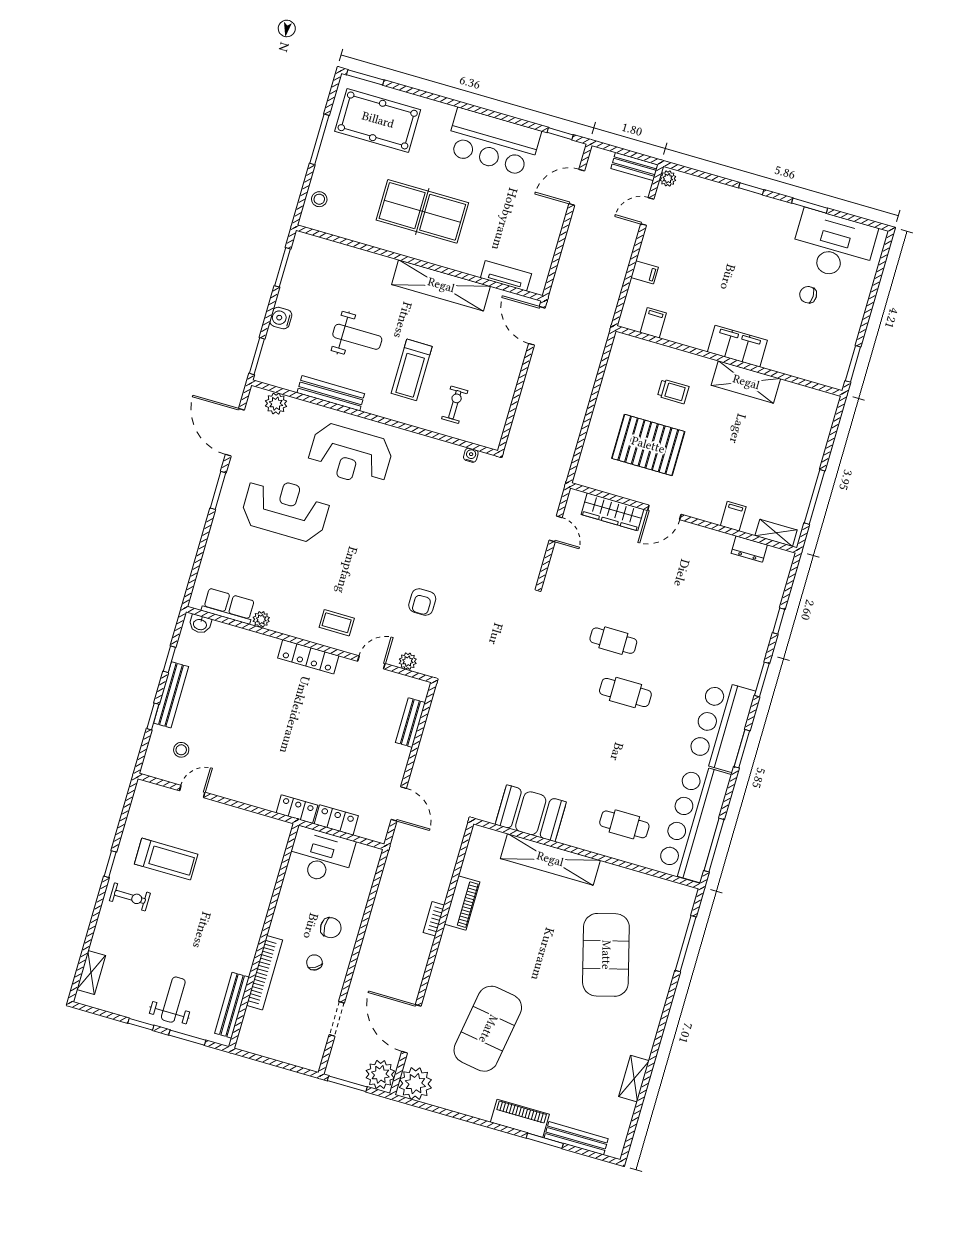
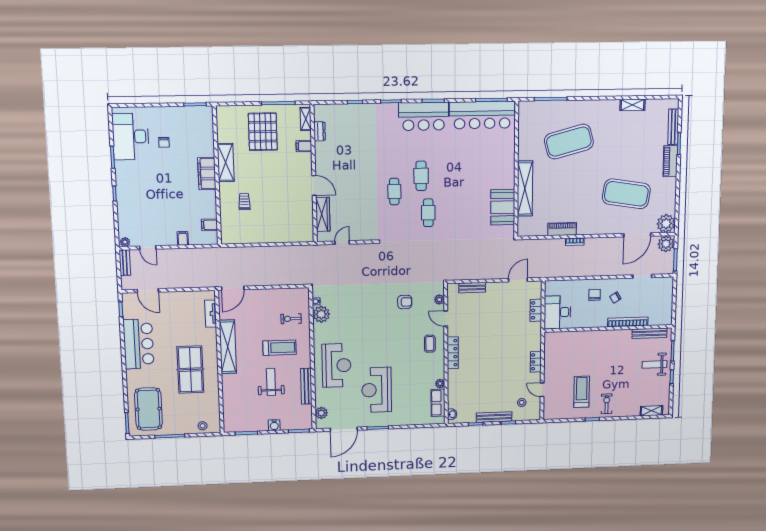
pallet: (648, 445) -> (263, 132), moved
plant: (446, 457) -> (321, 314), added
locker: (297, 809) -> (536, 362), moved
cafe table: (624, 824) -> (428, 213), moved

